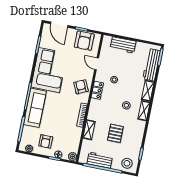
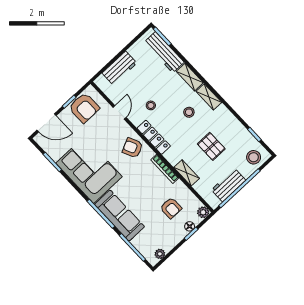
door: (97, 64) -> (120, 112), swing flipped
locker: (97, 90) -> (154, 137), width x1.53
armchair: (46, 141) -> (171, 208), moved

